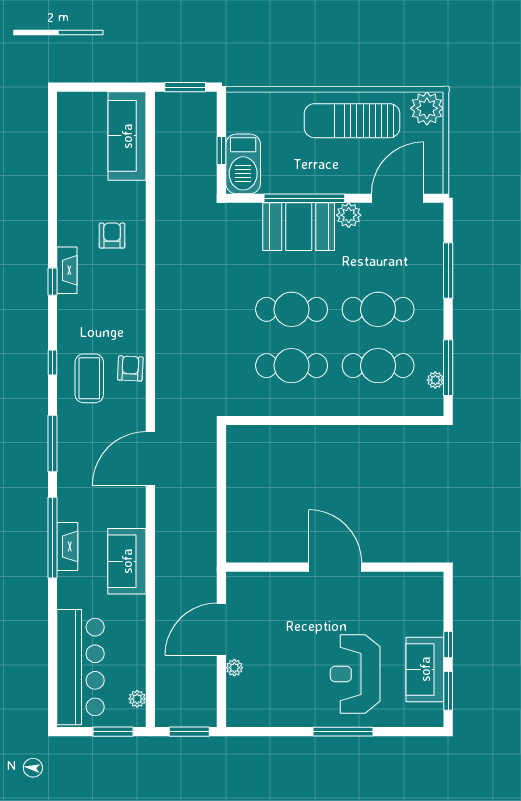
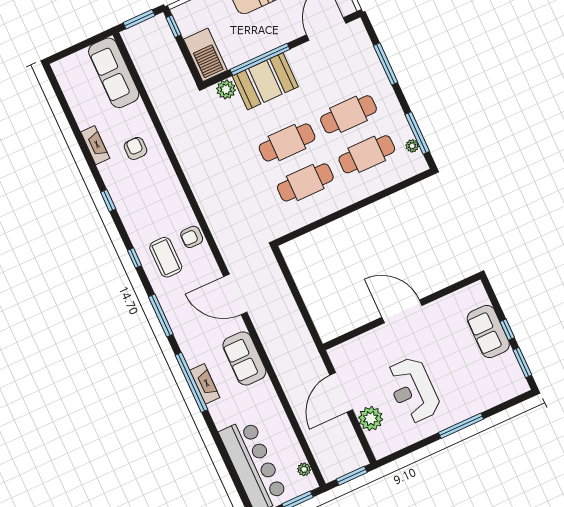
window: (221, 151) -> (174, 26), moved
plant: (349, 215) -> (226, 89), moved
fireplace: (67, 270) -> (95, 145), moved
armchair: (130, 368) -> (192, 237), turned -93
door: (150, 459) -> (235, 294), hinge flipped
sofa: (127, 561) -> (244, 358), moved
plant: (234, 668) -> (371, 419), width x1.88, depth x1.88
sofa: (425, 669) -> (488, 331), moved
reception desk: (355, 674) -> (413, 390), moved

